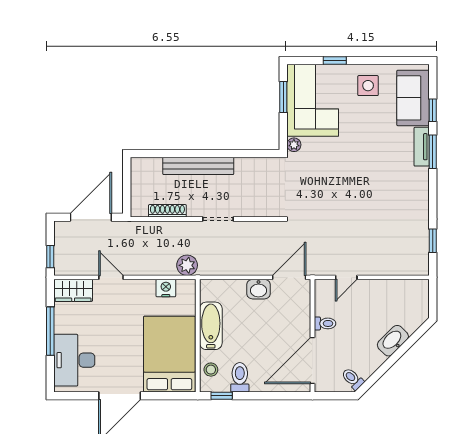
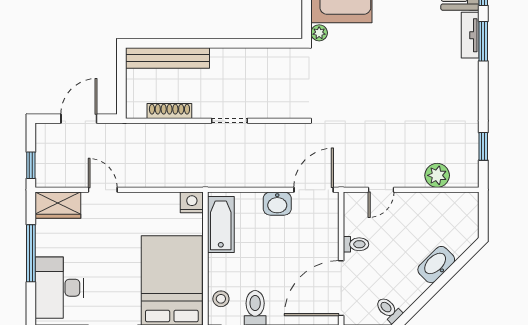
bench: (198, 166) -> (167, 58), moved
door: (91, 217) -> (79, 119), width x0.73
plant: (187, 265) -> (437, 175), moved
nightstand: (166, 288) -> (192, 202), moved
bathtub: (211, 326) -> (221, 225), moved

